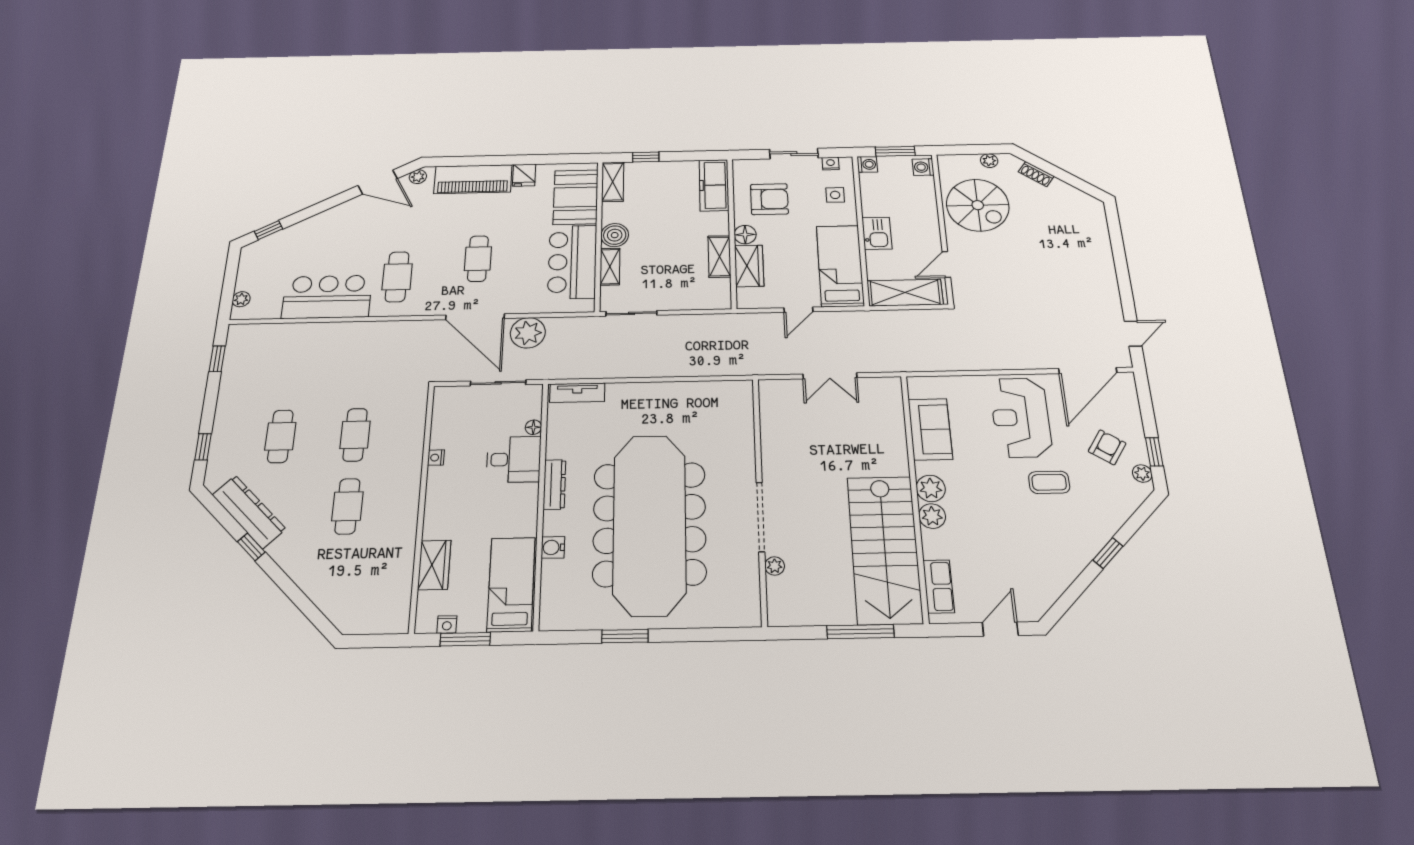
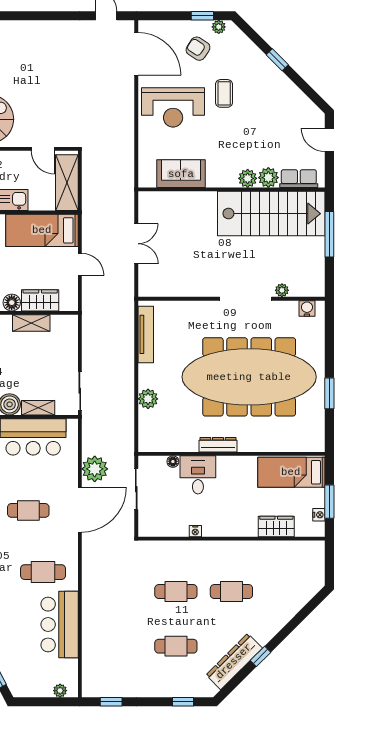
tv unit: (577, 393) -> (146, 334), moved, width x1.41
plant: (620, 395) -> (148, 399), added
plant: (931, 488) -> (268, 178), moved
water cooler: (553, 547) -> (307, 308), moved, turned 180

